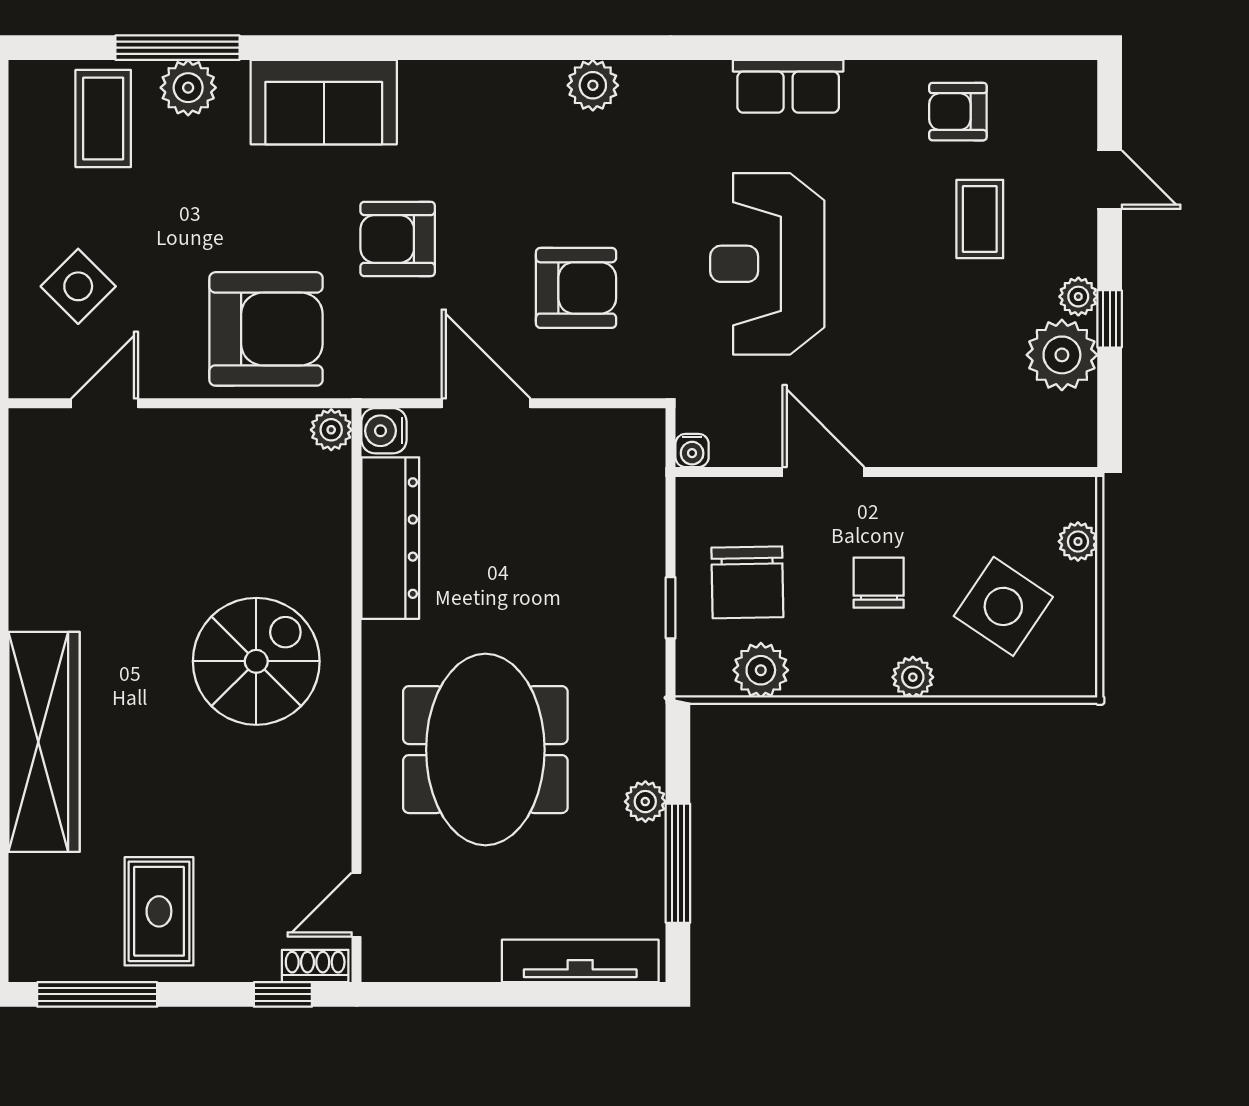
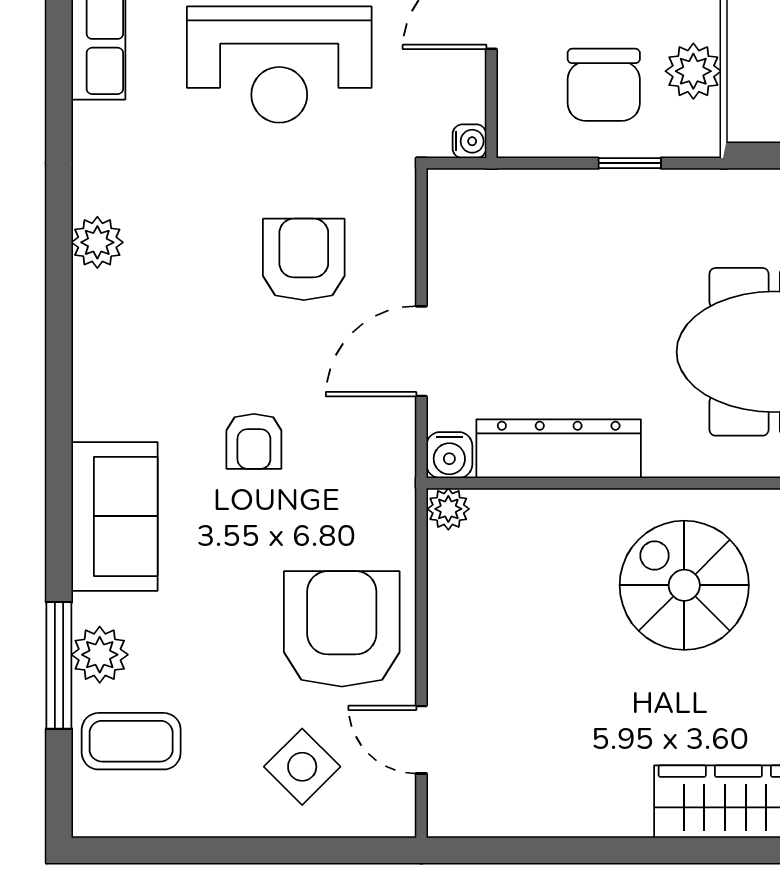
armchair: (398, 239) -> (254, 441), width x0.72, depth x0.72
armchair: (266, 329) -> (342, 629), moved
chair: (747, 582) -> (604, 85), turned 91

